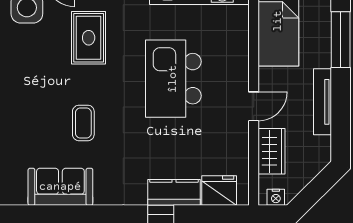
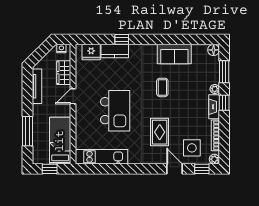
tv unit: (322, 102) -> (37, 86), moved

